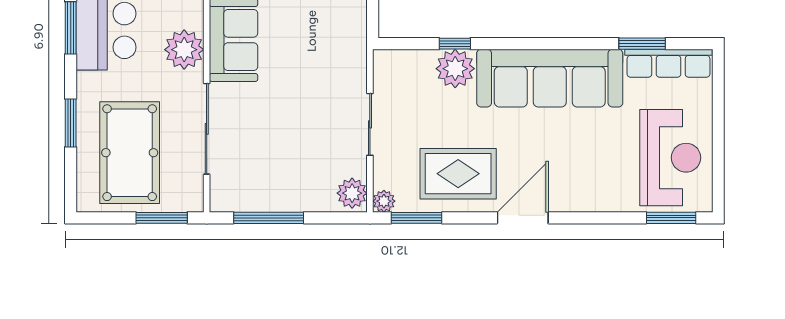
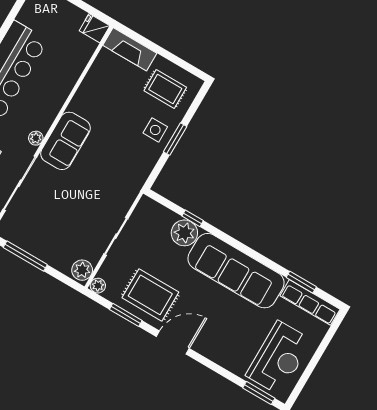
plant: (184, 50) -> (36, 138), width x0.53, depth x0.53
window: (417, 218) -> (126, 315), moved

